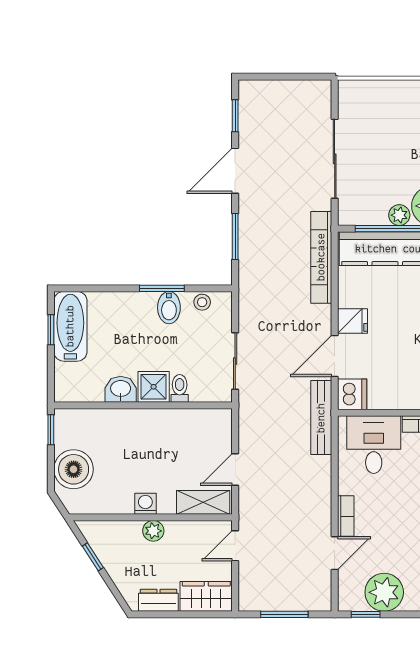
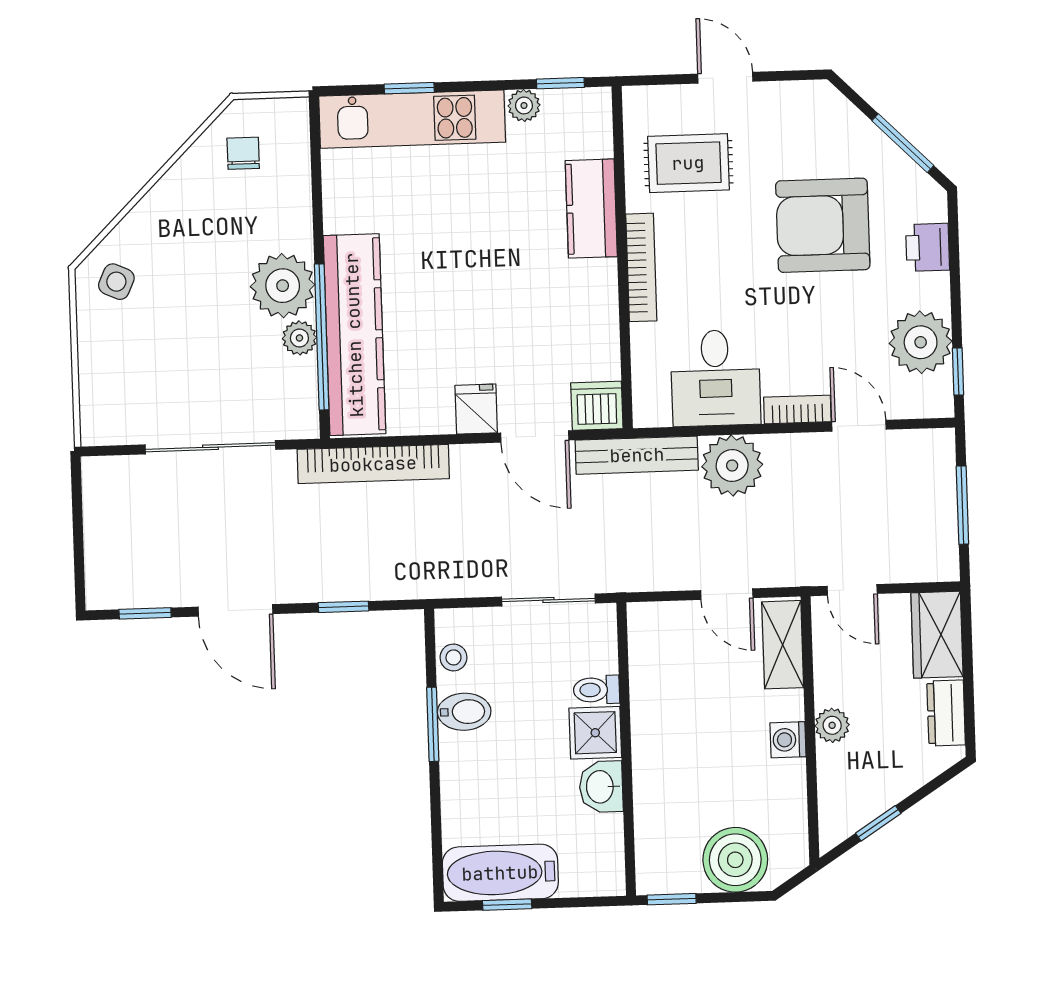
window: (235, 236) -> (343, 607), width x0.67
desk: (374, 445) -> (715, 378), moved, turned -90
plant: (313, 475) -> (732, 466), added

